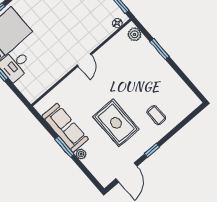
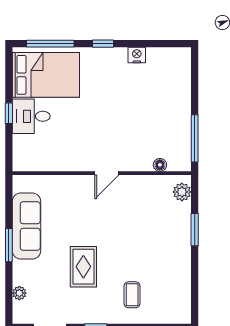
floor lamp: (117, 23) -> (160, 165), moved
rug: (116, 123) -> (83, 267), width x0.73, depth x0.70
plant: (81, 154) -> (19, 293), moved

